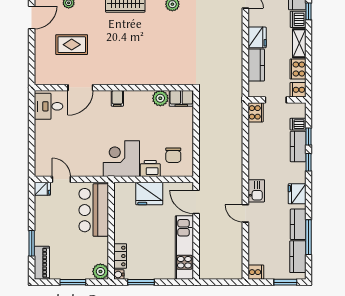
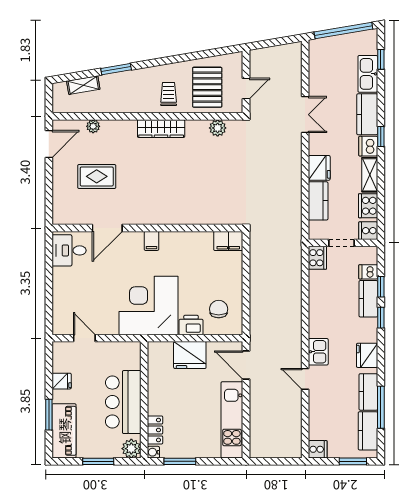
plant: (160, 98) -> (203, 241), removed
chair: (173, 155) -> (219, 309), turned 180
corner desk: (121, 159) -> (149, 305), width x1.36, depth x1.36
fridge: (42, 189) -> (62, 381), moved
bar counter: (94, 210) -> (123, 402), moved
piano: (42, 263) -> (64, 431), width x1.37, depth x1.33

